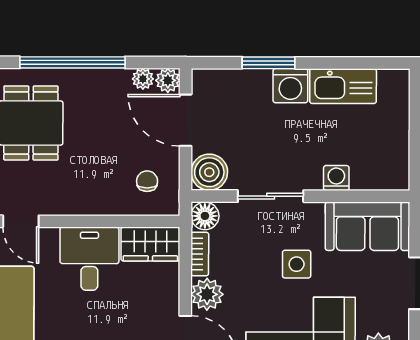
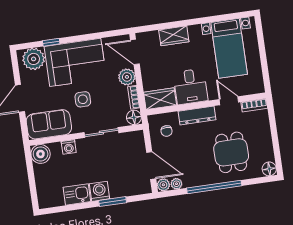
kitchen sink: (343, 86) -> (77, 194), width x0.73
boiler: (209, 172) -> (41, 154), moved
dresser: (85, 202) -> (197, 115), added

